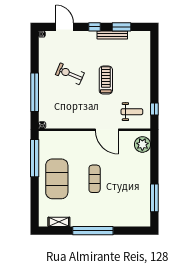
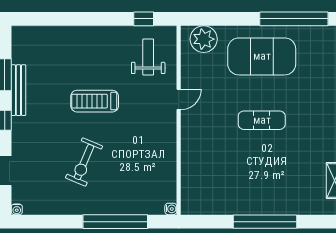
door: (107, 130) -> (179, 99), width x0.53
window: (35, 158) -> (265, 222), moved
exercise mat: (57, 179) -> (262, 56), moved
window: (154, 198) -> (294, 19), width x1.46

